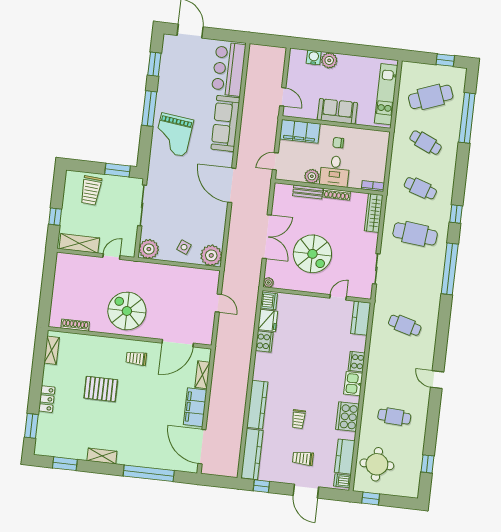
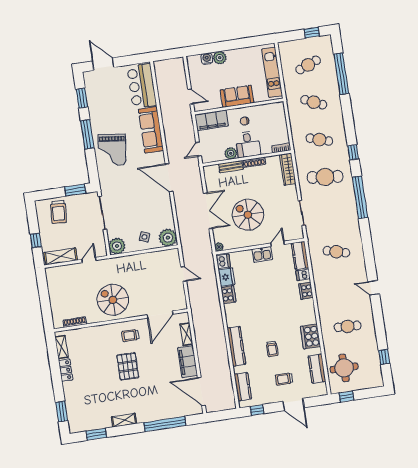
cafe table: (431, 97) -> (308, 65), width x0.73, depth x0.74
spiral stairs: (312, 254) -> (248, 215), turned 180
kitchen sink: (353, 384) -> (262, 254), moved, turned -90
pallet: (101, 389) -> (128, 366), moved, turned 90
locker: (47, 399) -> (66, 370), moved
kitchen counter: (252, 454) -> (243, 387), width x0.67
dishwasher: (342, 481) -> (303, 275), moved

